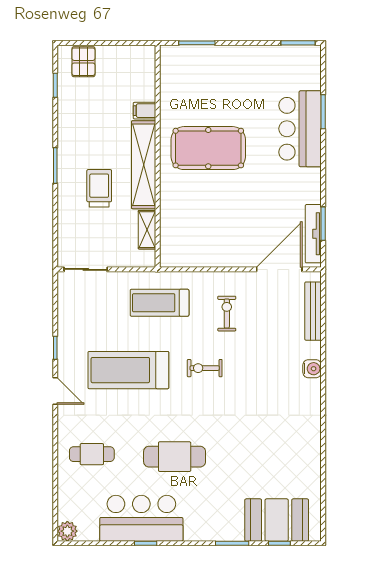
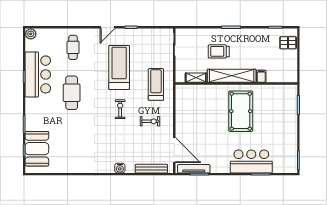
trolley: (99, 188) -> (219, 51), turned 180

